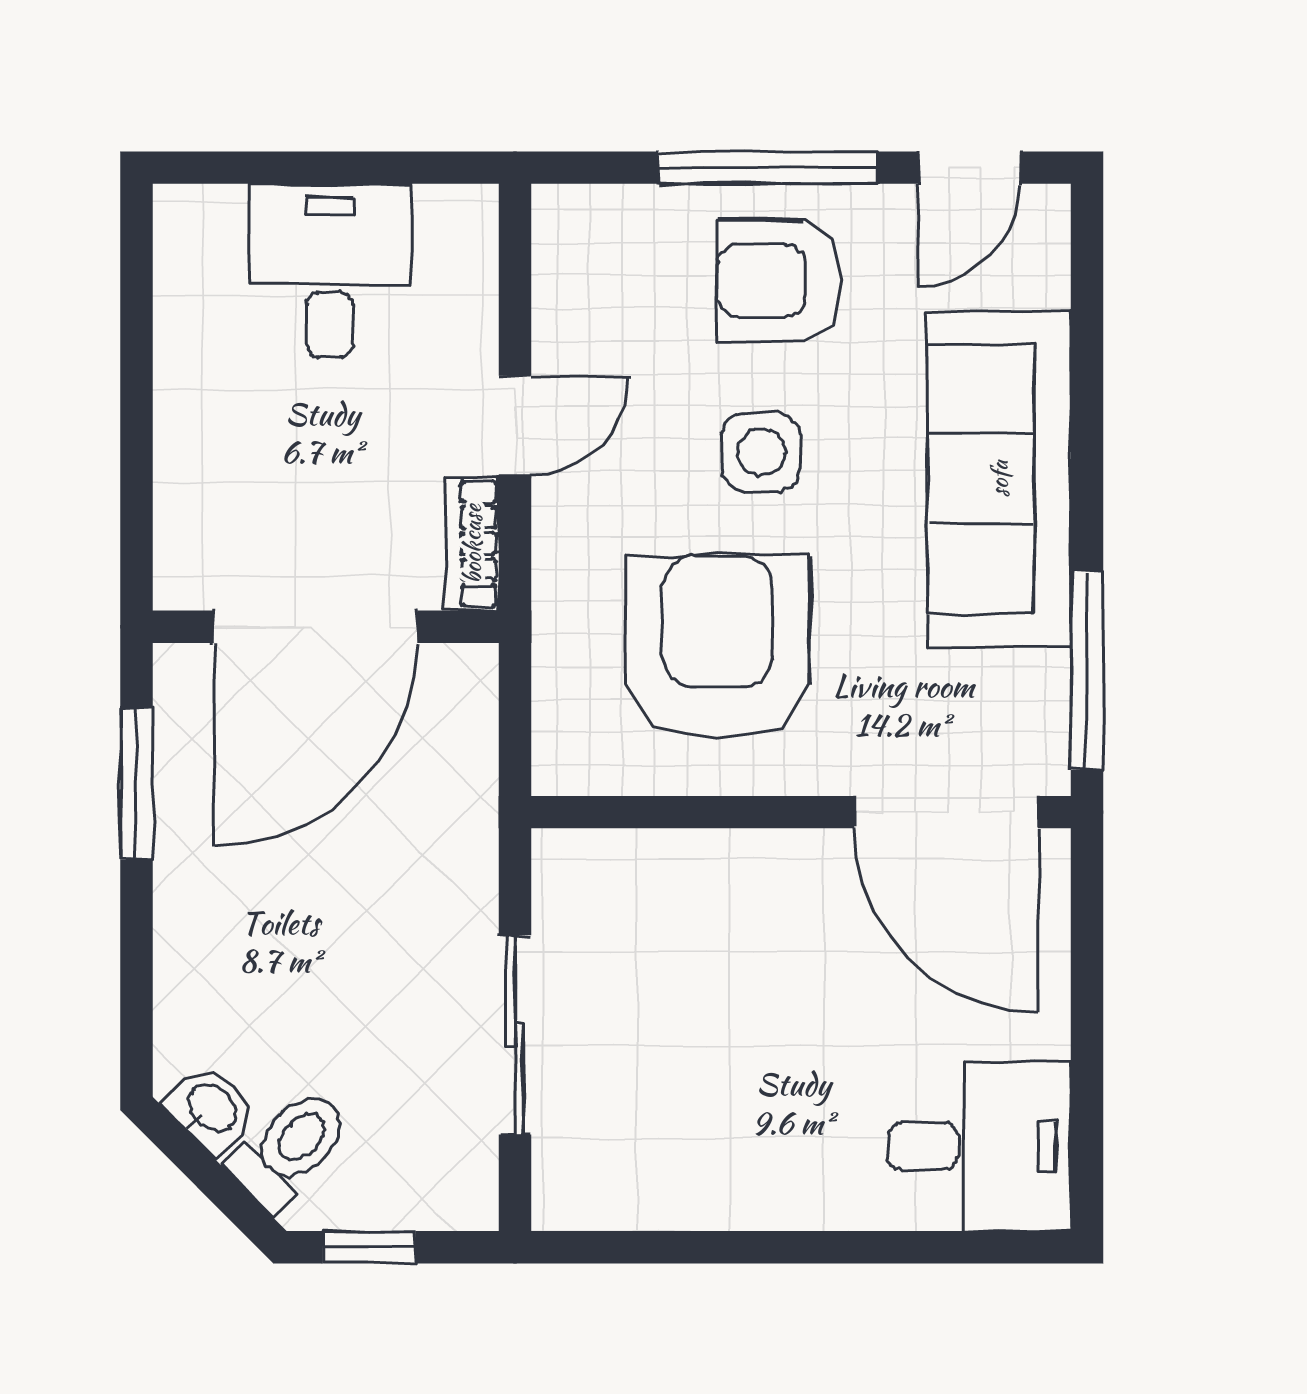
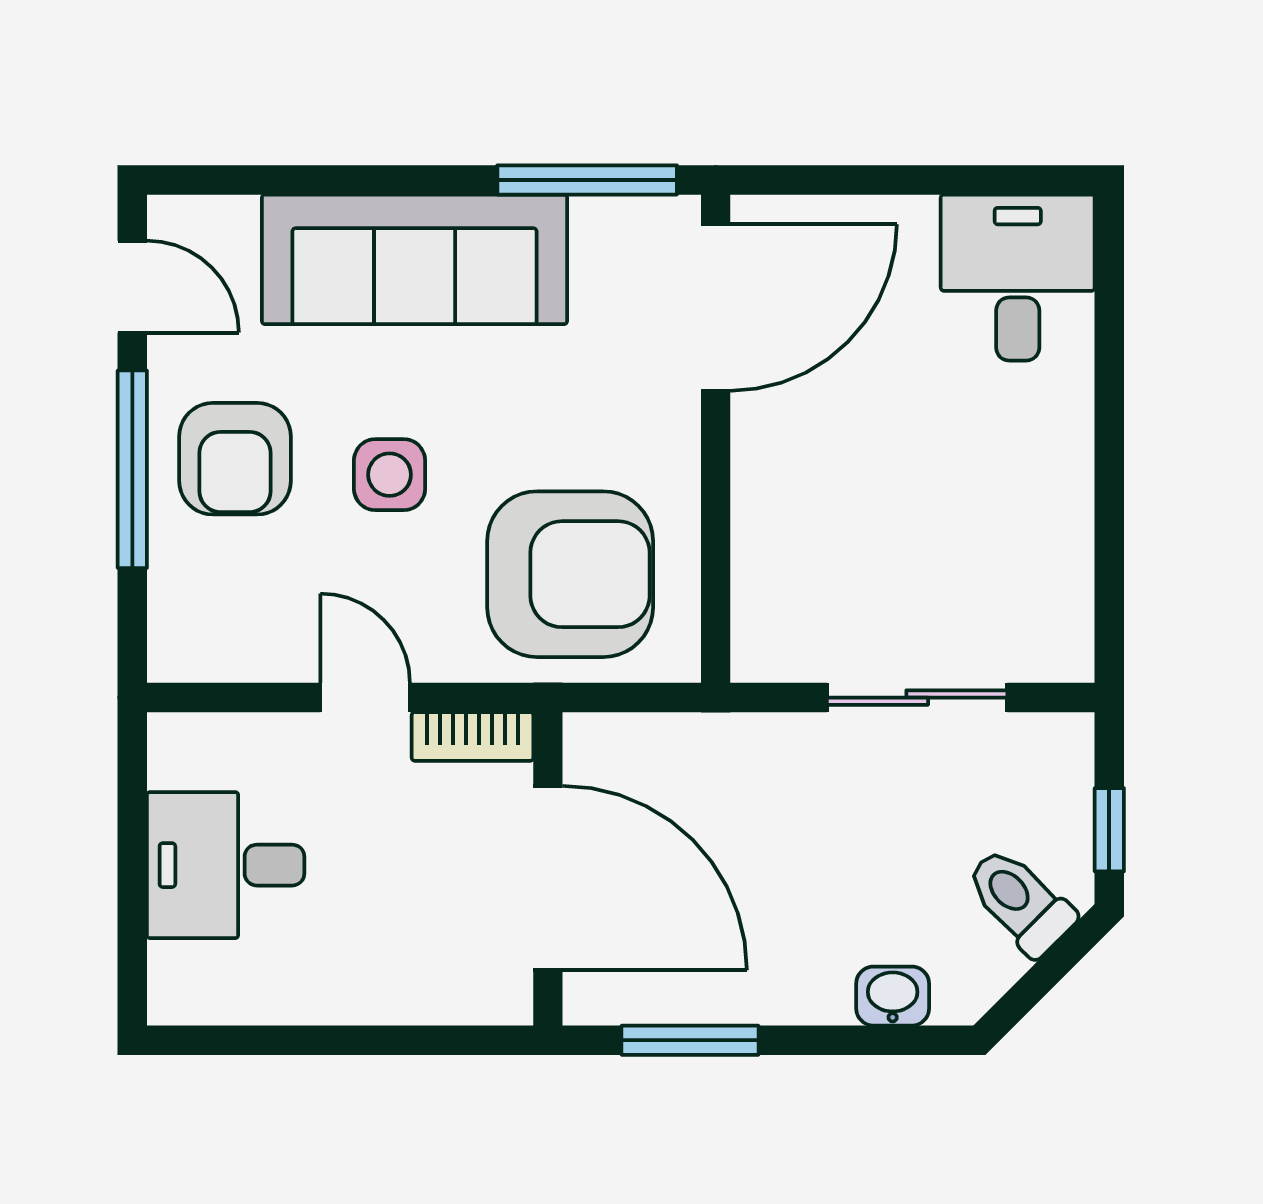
armchair: (718, 647) -> (570, 574), moved, turned 180
washbasin: (211, 1109) -> (893, 996), moved, turned 45

